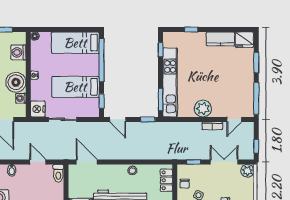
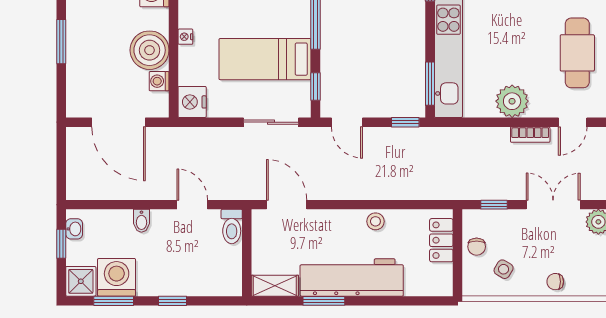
cafe table: (237, 84) -> (577, 53), added
sliding door: (63, 119) -> (271, 122), moved

